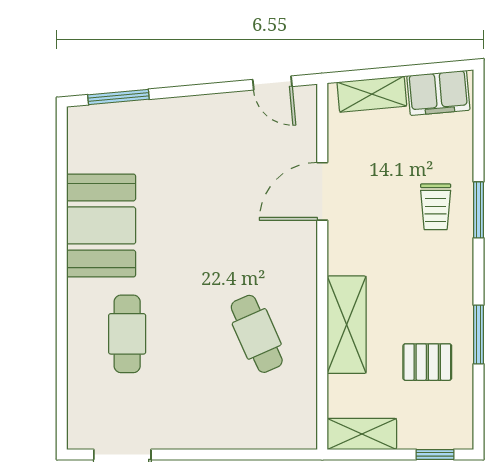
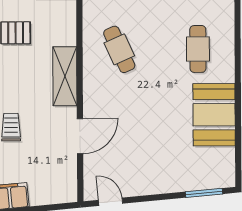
shelving: (372, 94) -> (50, 195), removed
shelving: (347, 325) -> (65, 76), moved

